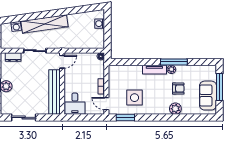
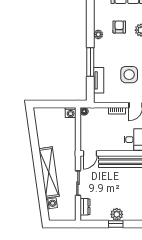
washing machine: (100, 24) -> (71, 113), moved
door: (62, 62) -> (90, 153), swing flipped
window: (174, 62) -> (90, 62), moved
tv unit: (154, 70) -> (99, 80), moved

